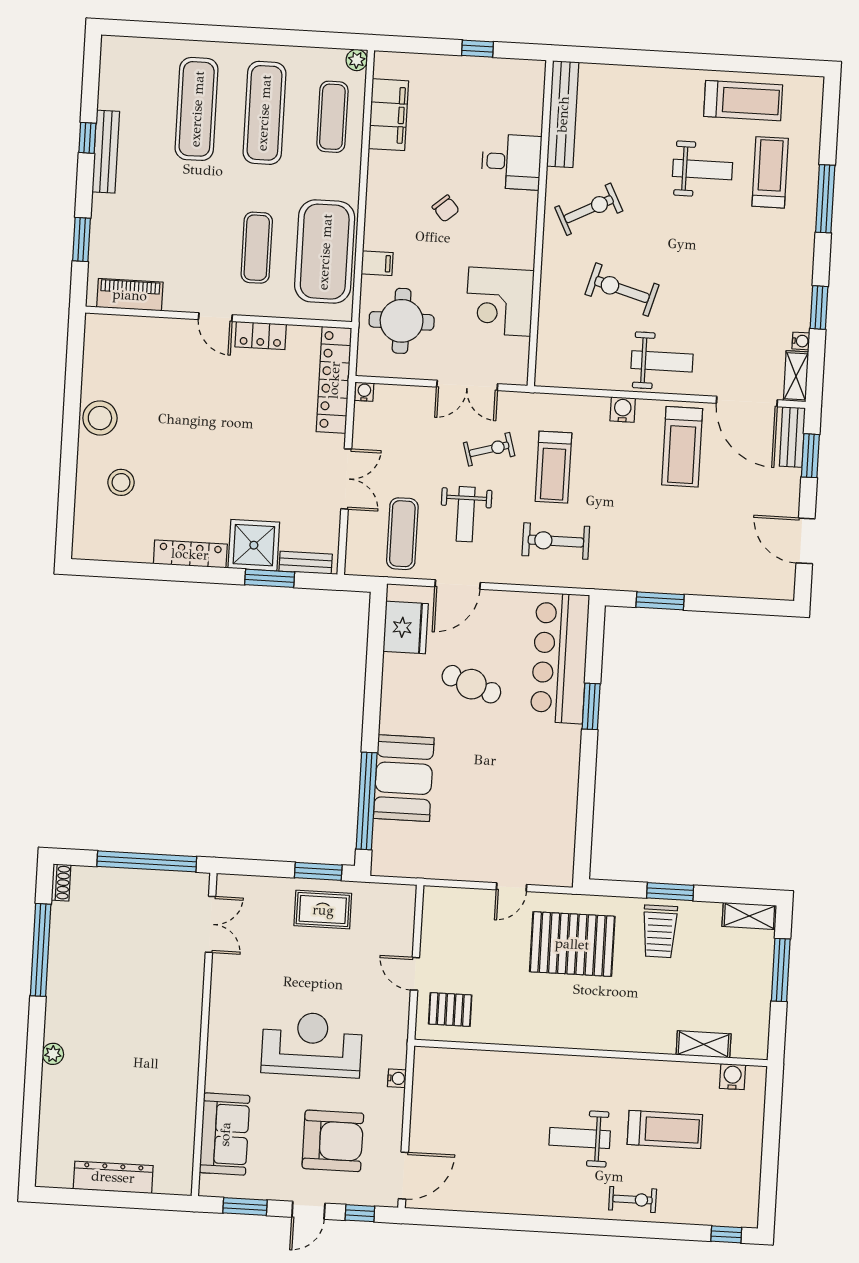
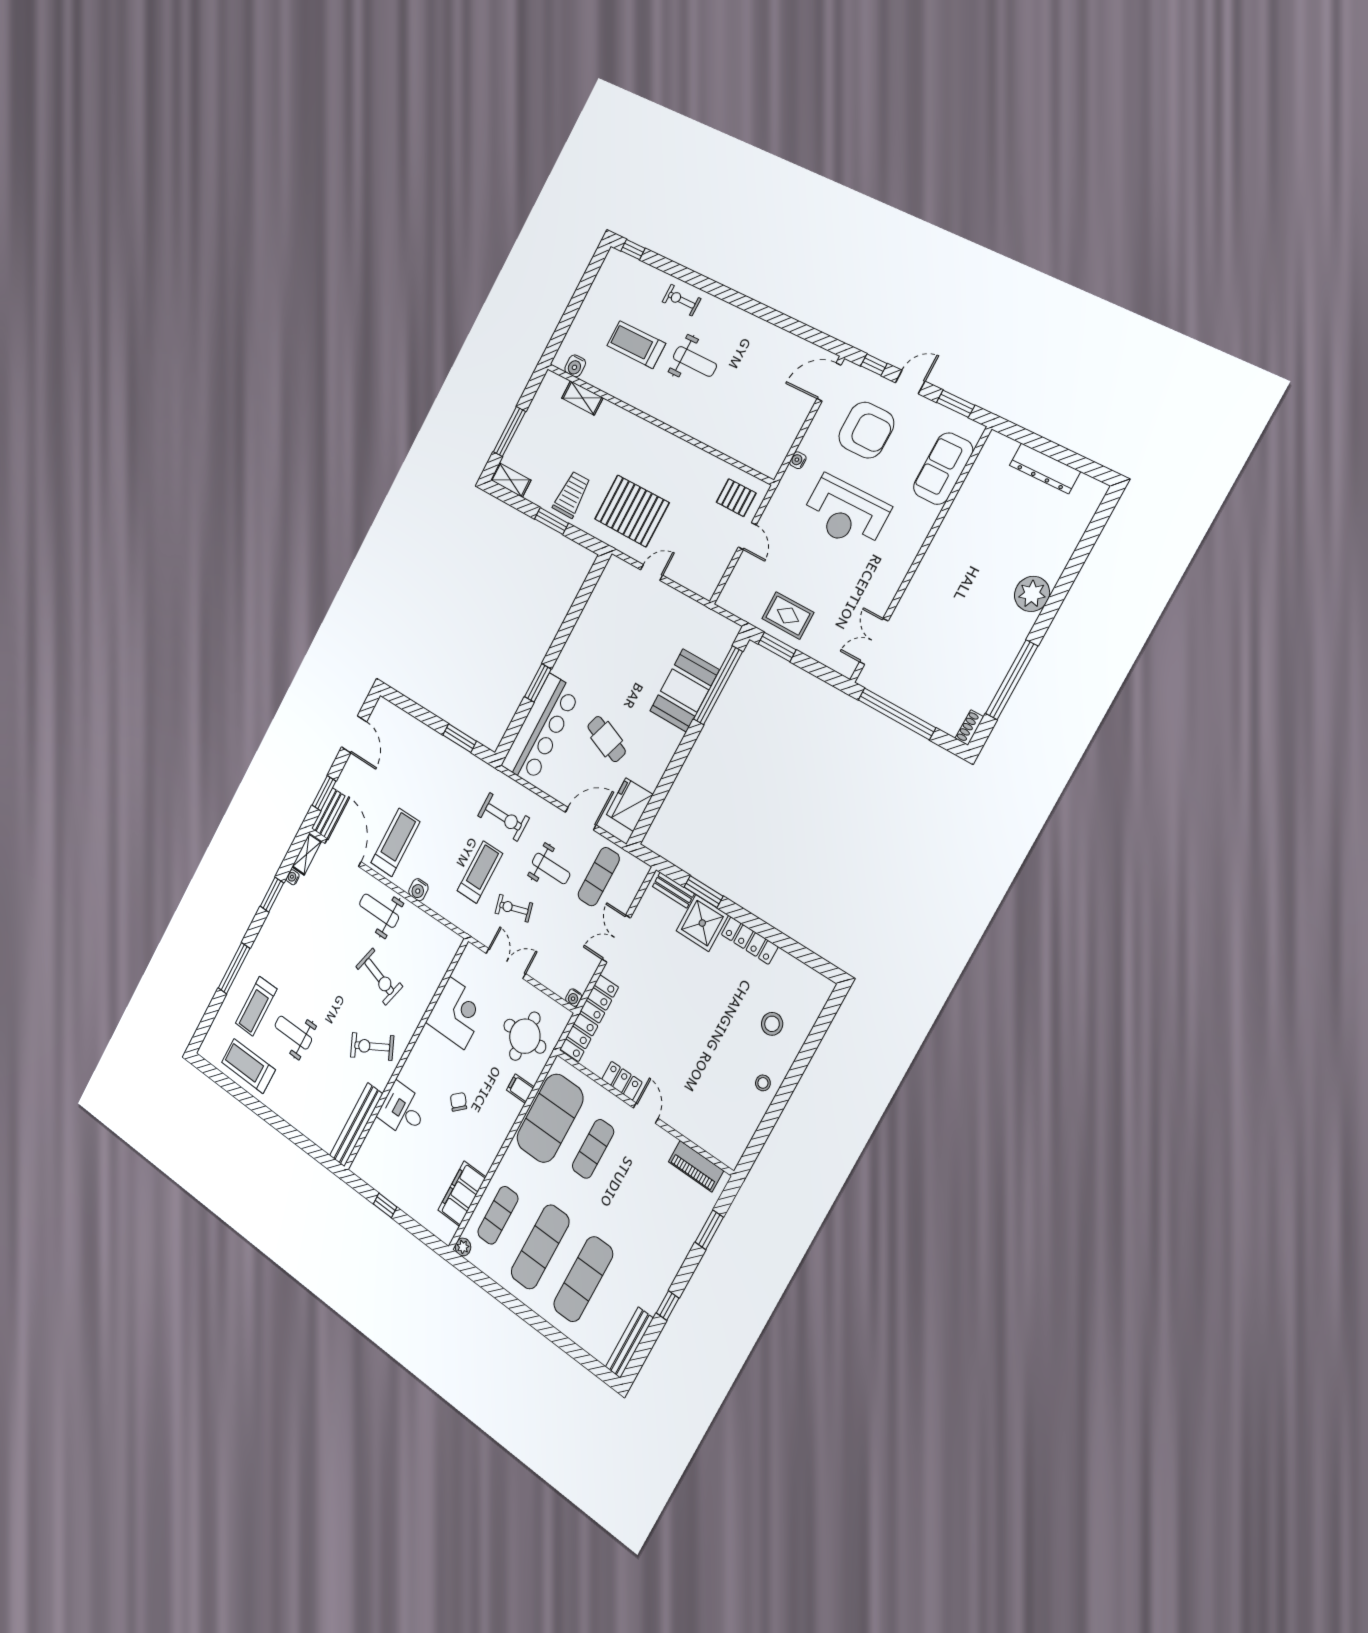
bench: (106, 152) -> (629, 1342), moved
stool: (100, 418) -> (763, 1083), width x0.53, depth x0.53
weight bench: (466, 514) -> (551, 868), turned 90
plant: (53, 1054) -> (1032, 594), width x1.88, depth x1.88
armchair: (333, 1141) -> (866, 430), turned 180

